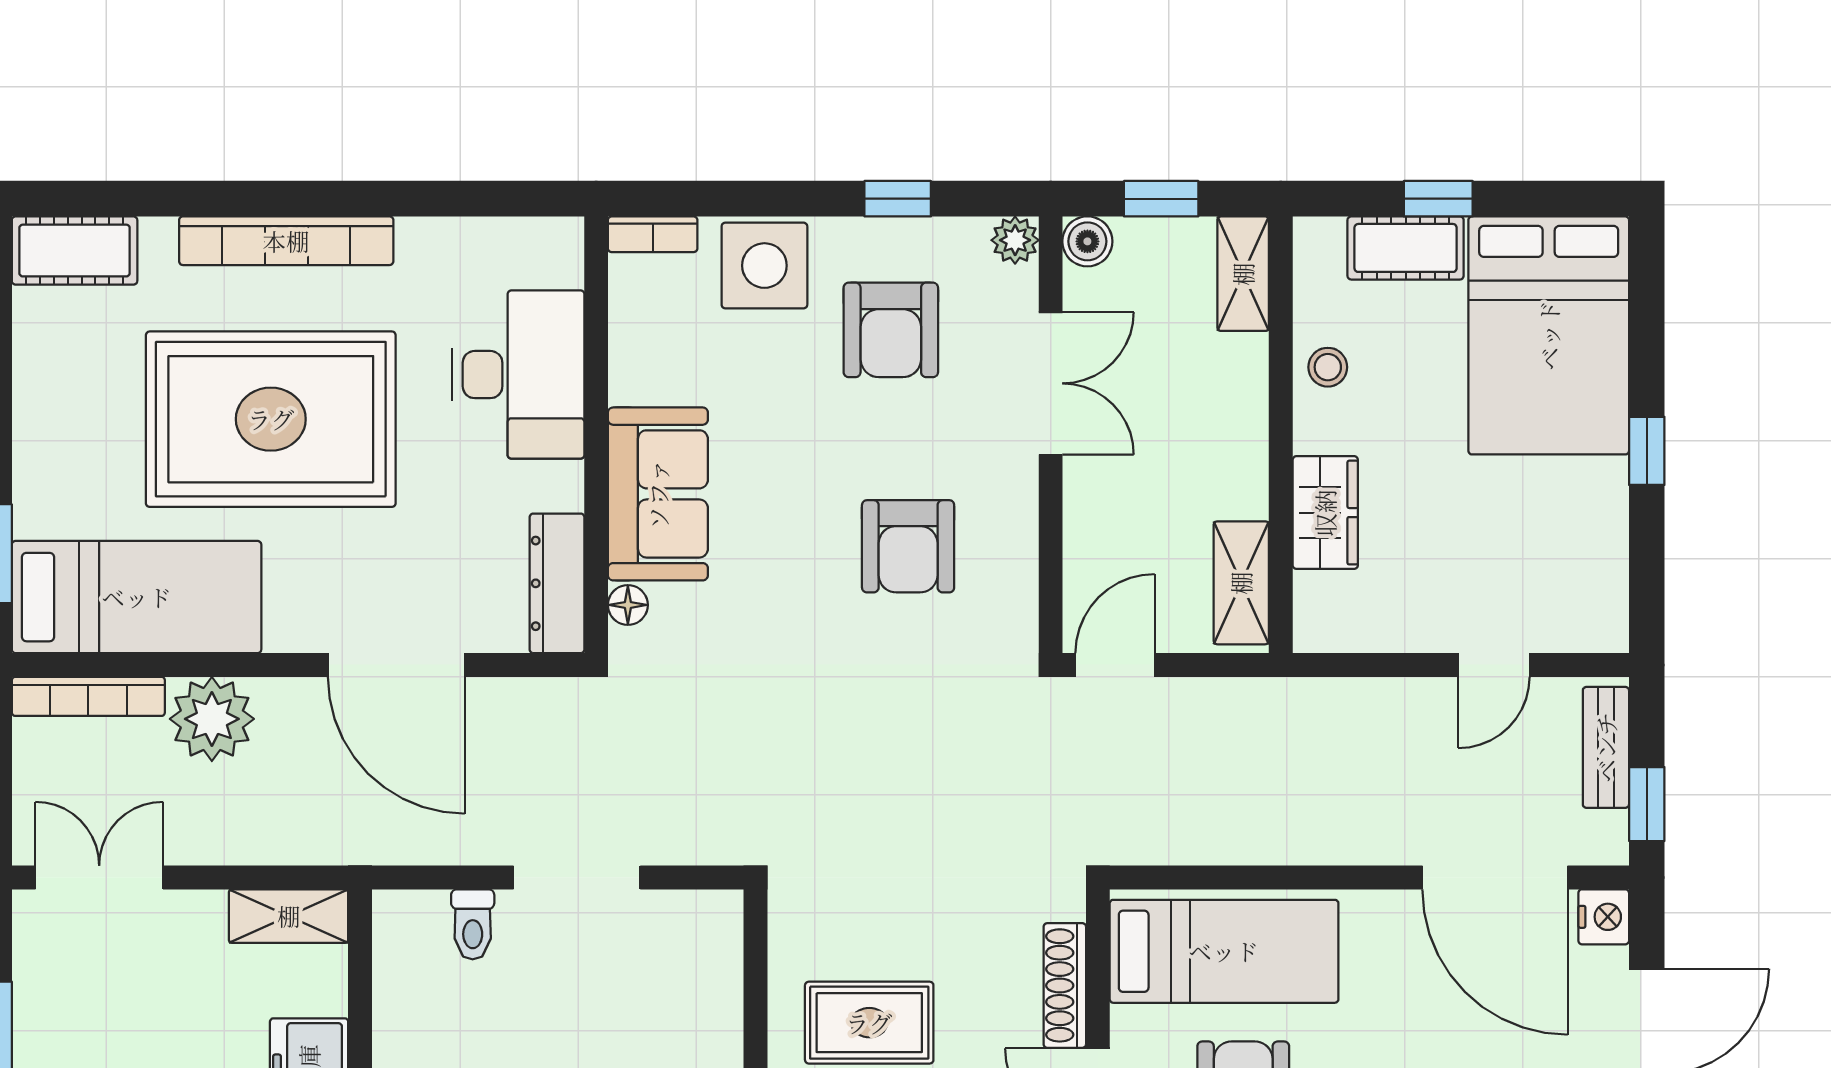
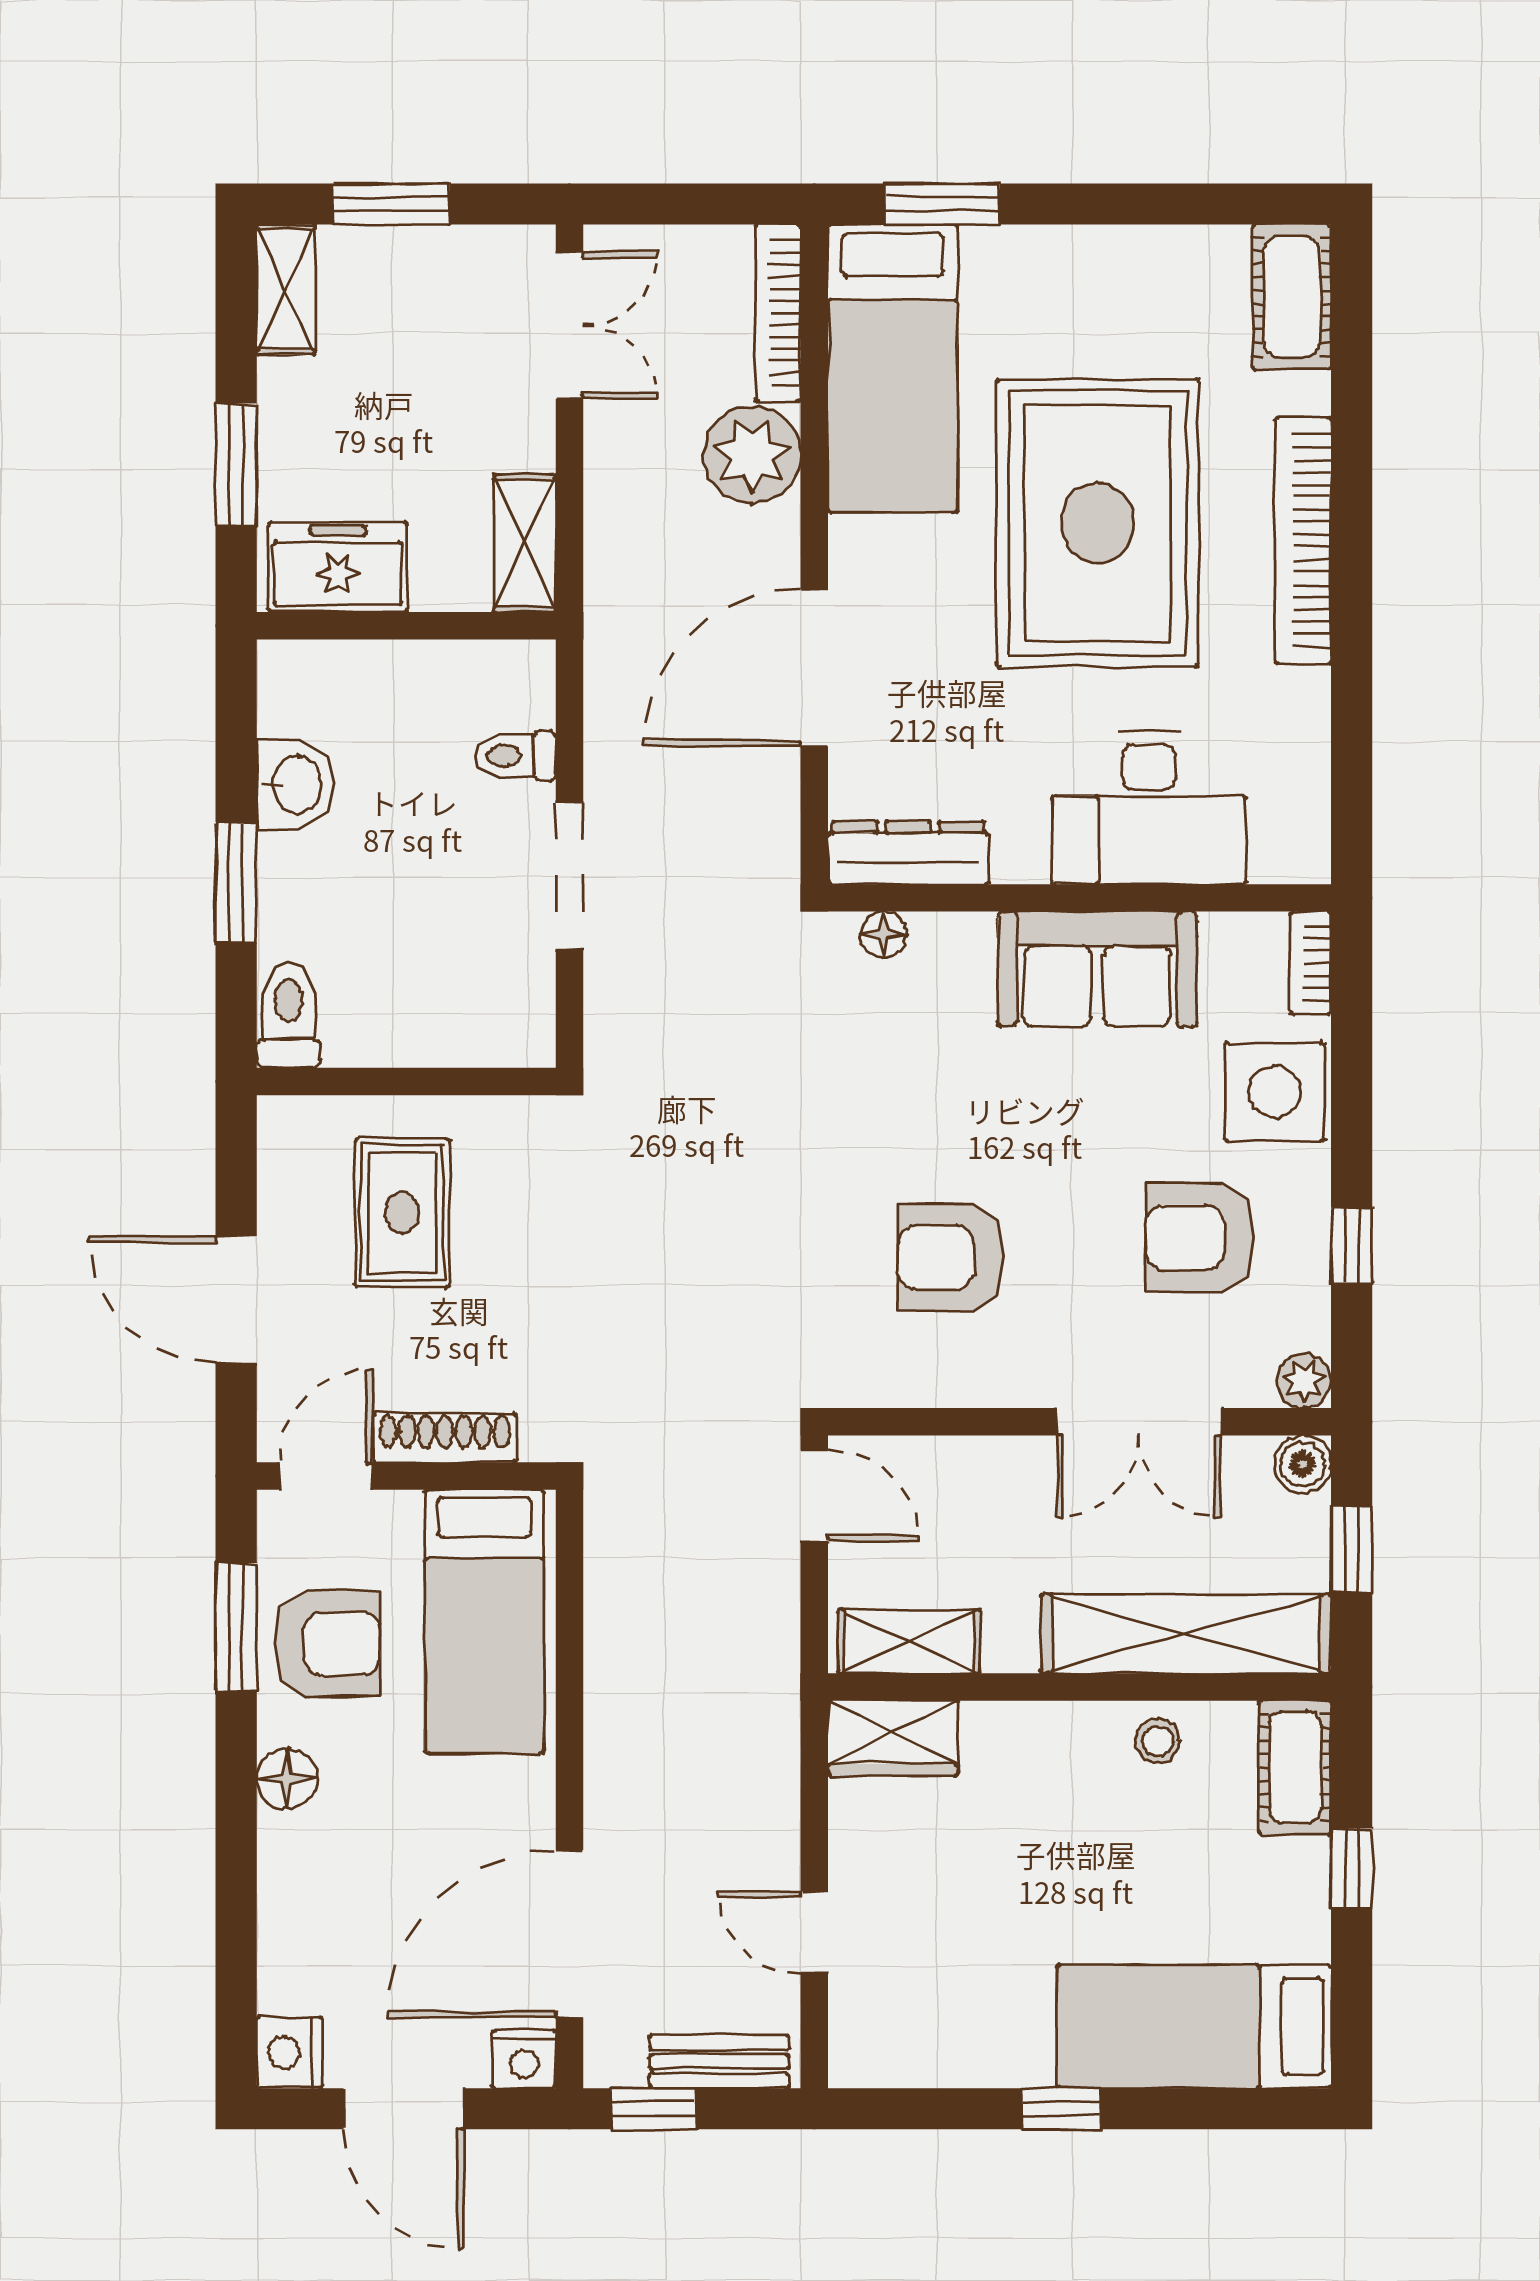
cot: (1406, 248) -> (1295, 1767), moved
shelving: (1243, 274) -> (1186, 1634), width x2.20, depth x1.33
bed: (1549, 335) -> (1194, 2027), width x0.67
sofa: (658, 494) -> (1097, 969), moved
wardrobe: (1325, 513) -> (893, 1738), moved

